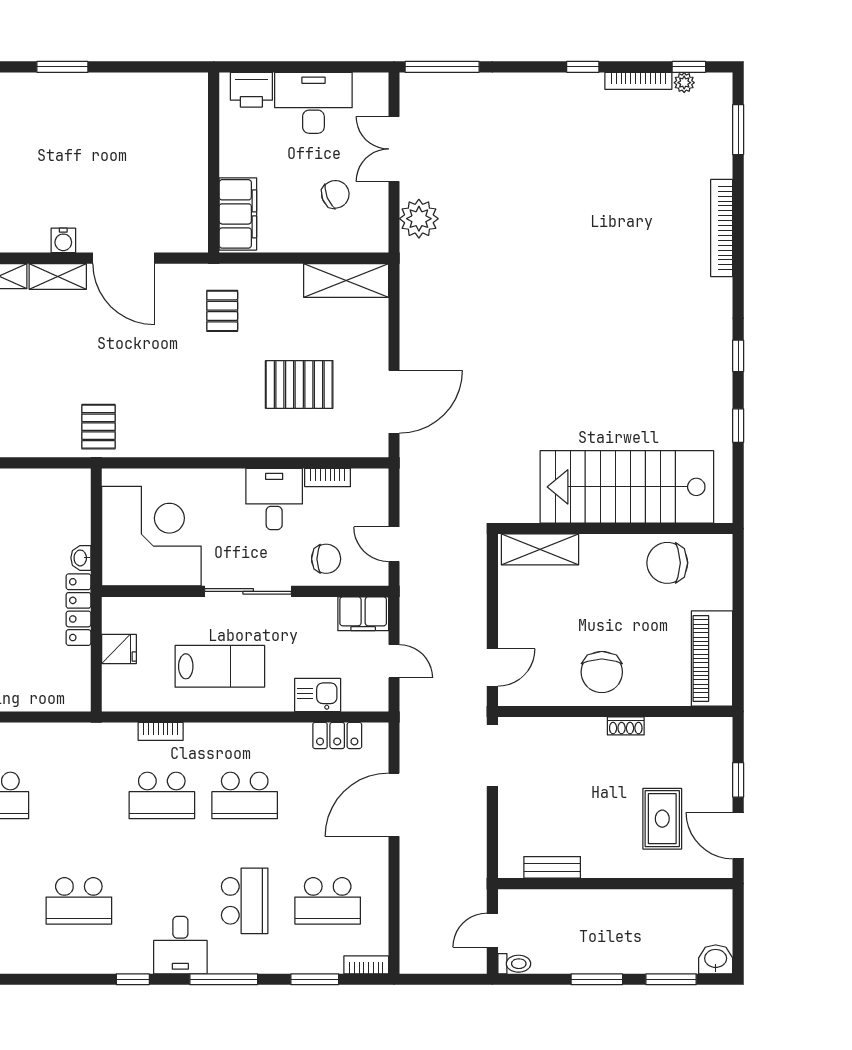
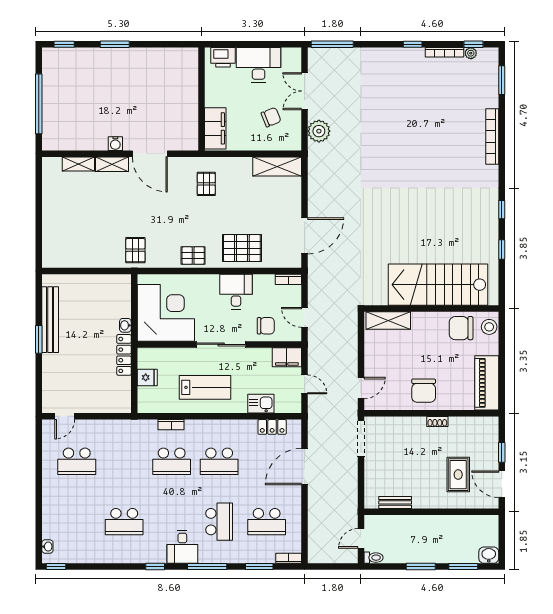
pallet: (299, 384) -> (242, 248), moved
pallet: (199, 436) -> (193, 256), added
bookcase: (328, 478) -> (288, 279), moved
stool: (716, 561) -> (489, 327), added

